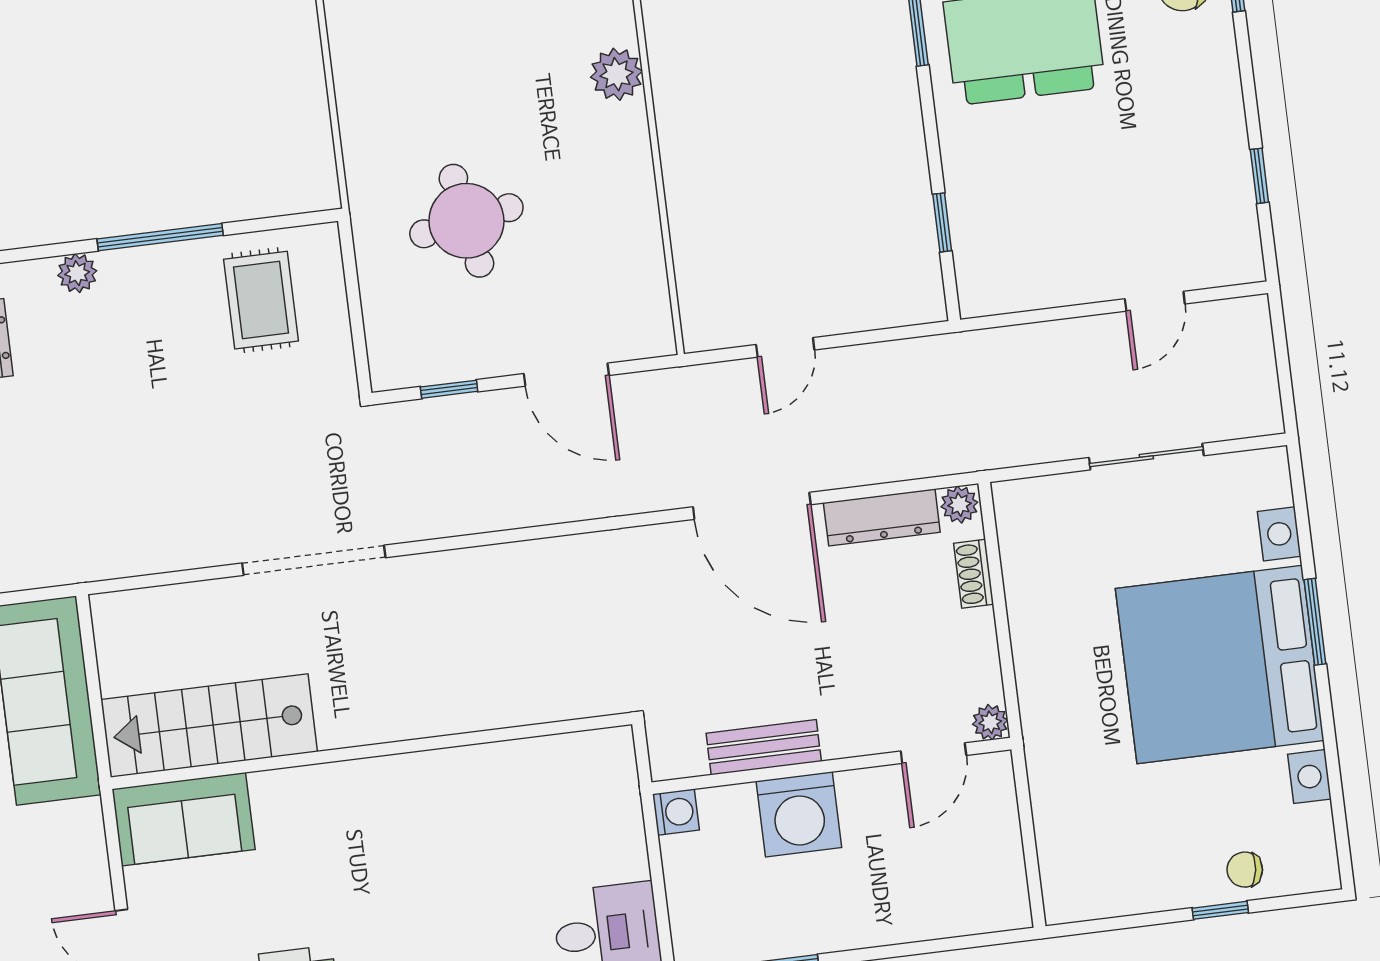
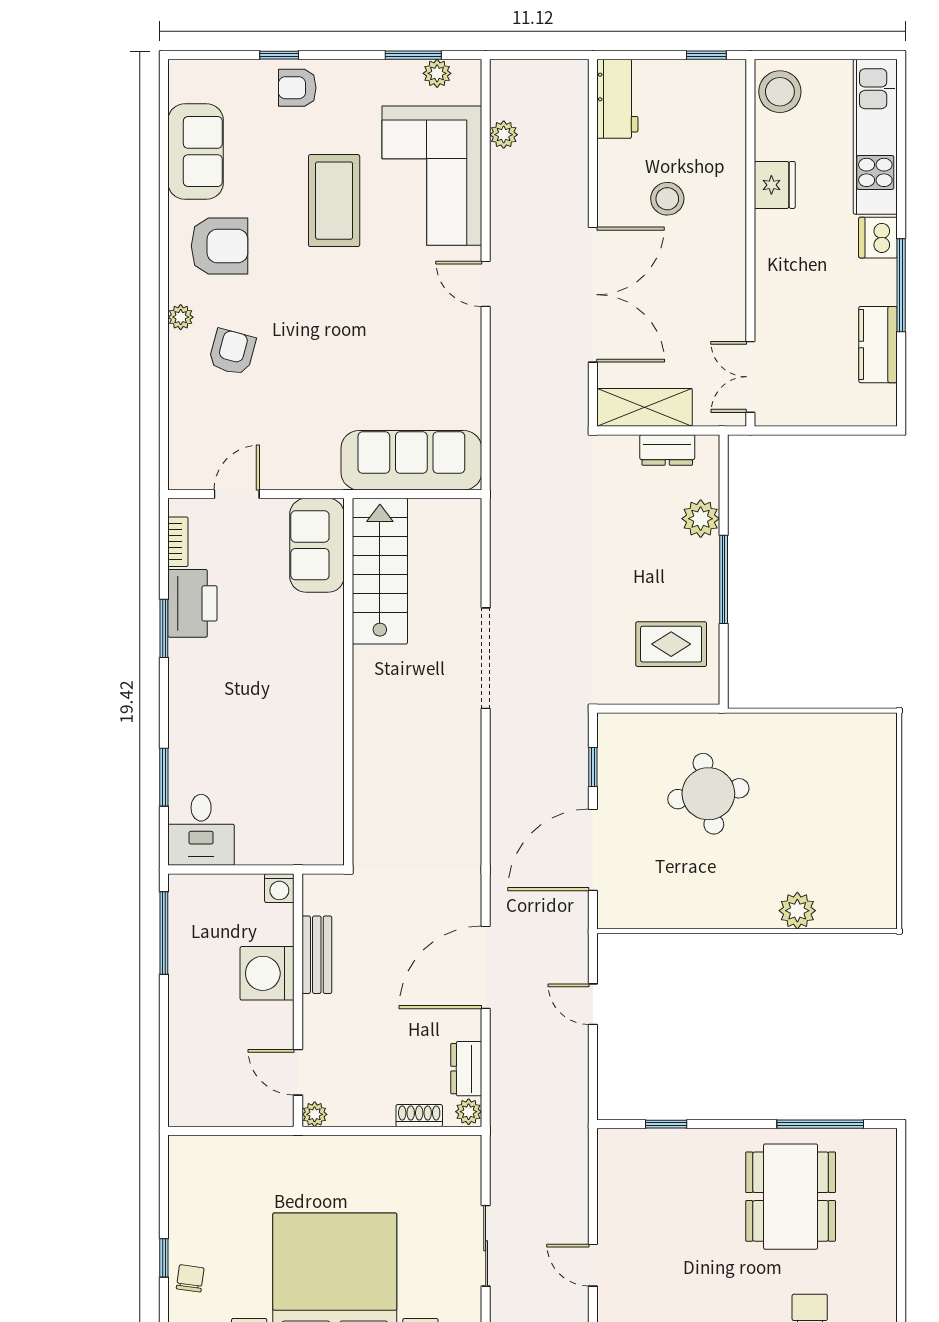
plant: (77, 273) -> (701, 519), width x1.38, depth x1.38
door: (566, 375) -> (593, 850), width x1.36
dresser: (882, 517) -> (466, 1069), width x0.70

